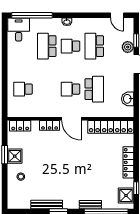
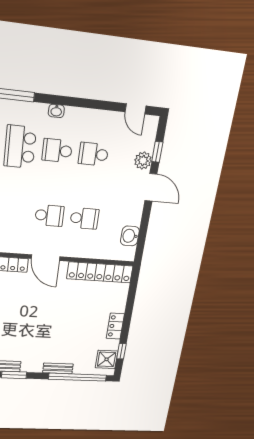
school desk: (94, 46) -> (93, 154), width x0.54
school desk: (70, 89) -> (49, 216), turned 180
school desk: (94, 89) -> (84, 218), width x0.54
locker: (128, 162) -> (115, 326), width x0.66

